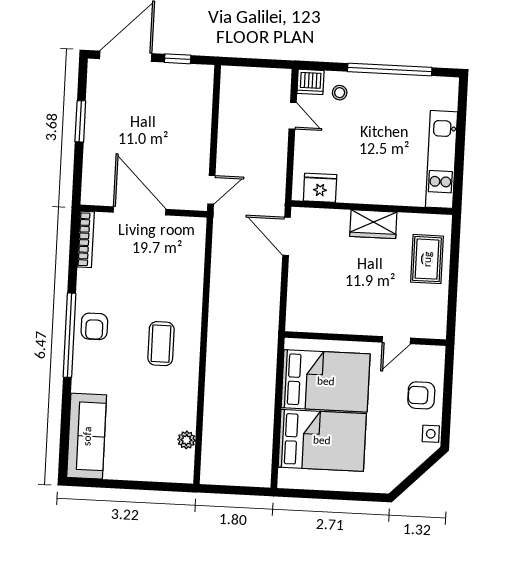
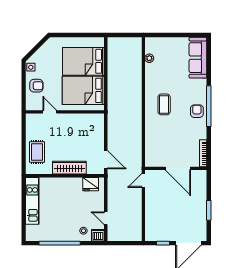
wardrobe: (373, 224) -> (69, 168), width x1.50
door: (396, 340) -> (50, 112), hinge flipped

